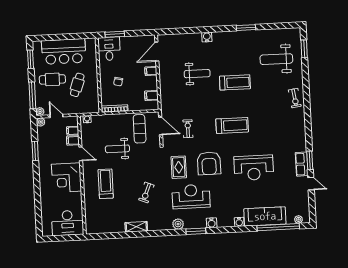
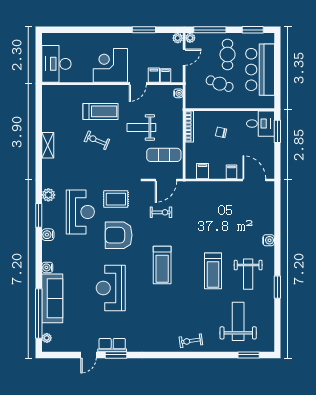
weight bench: (197, 74) -> (248, 274), moved
weight bench: (117, 149) -> (141, 127), turned -90
exercise bike: (146, 193) -> (97, 140), moved

